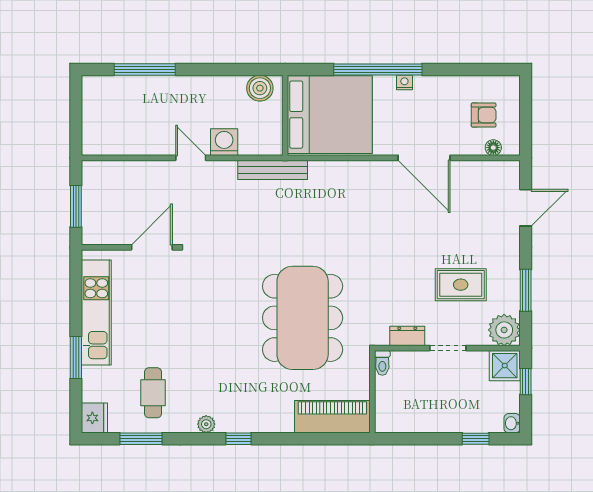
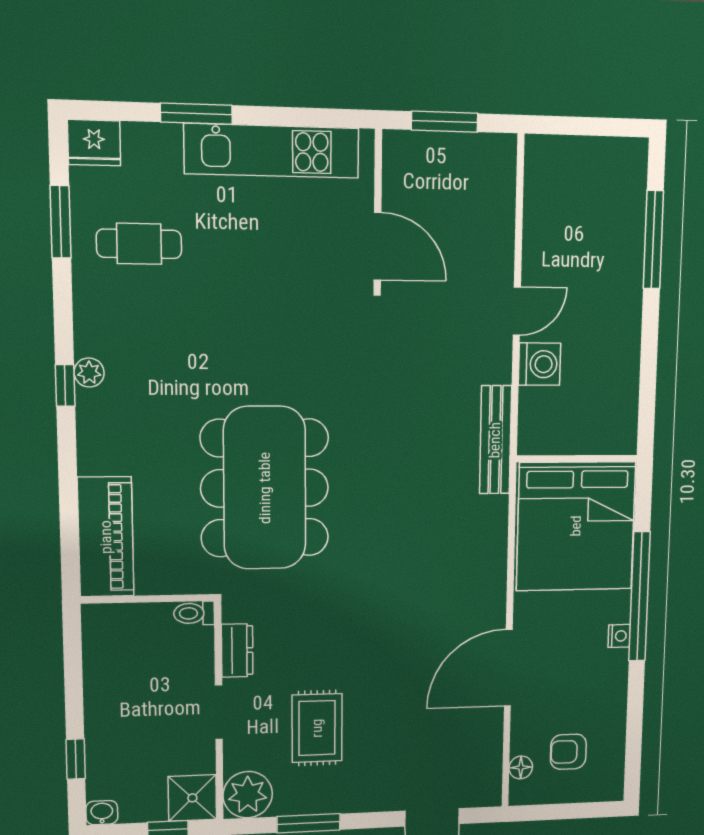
boiler: (260, 88) -> (619, 420), removed
armchair: (484, 115) -> (568, 752), turned 90
dining table: (303, 318) -> (265, 488), turned 90
plant: (206, 424) -> (89, 373), moved

